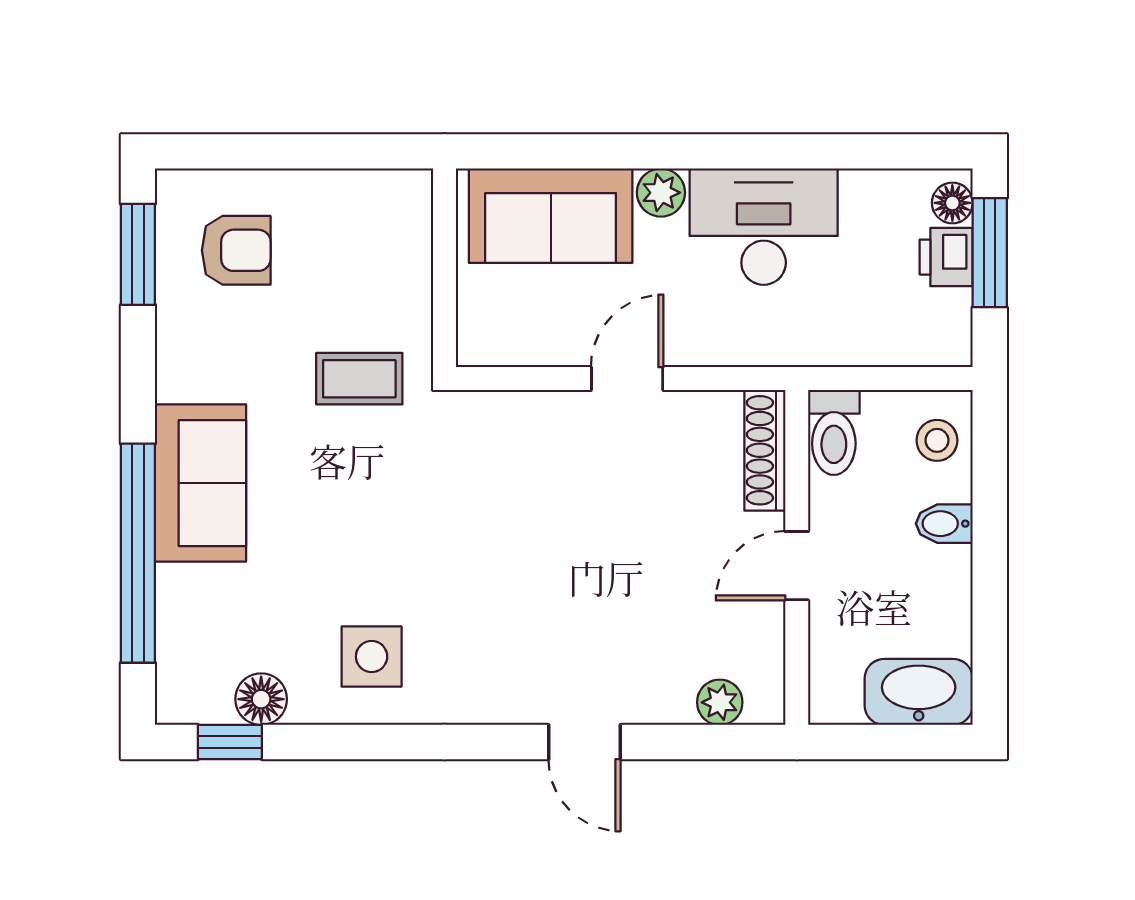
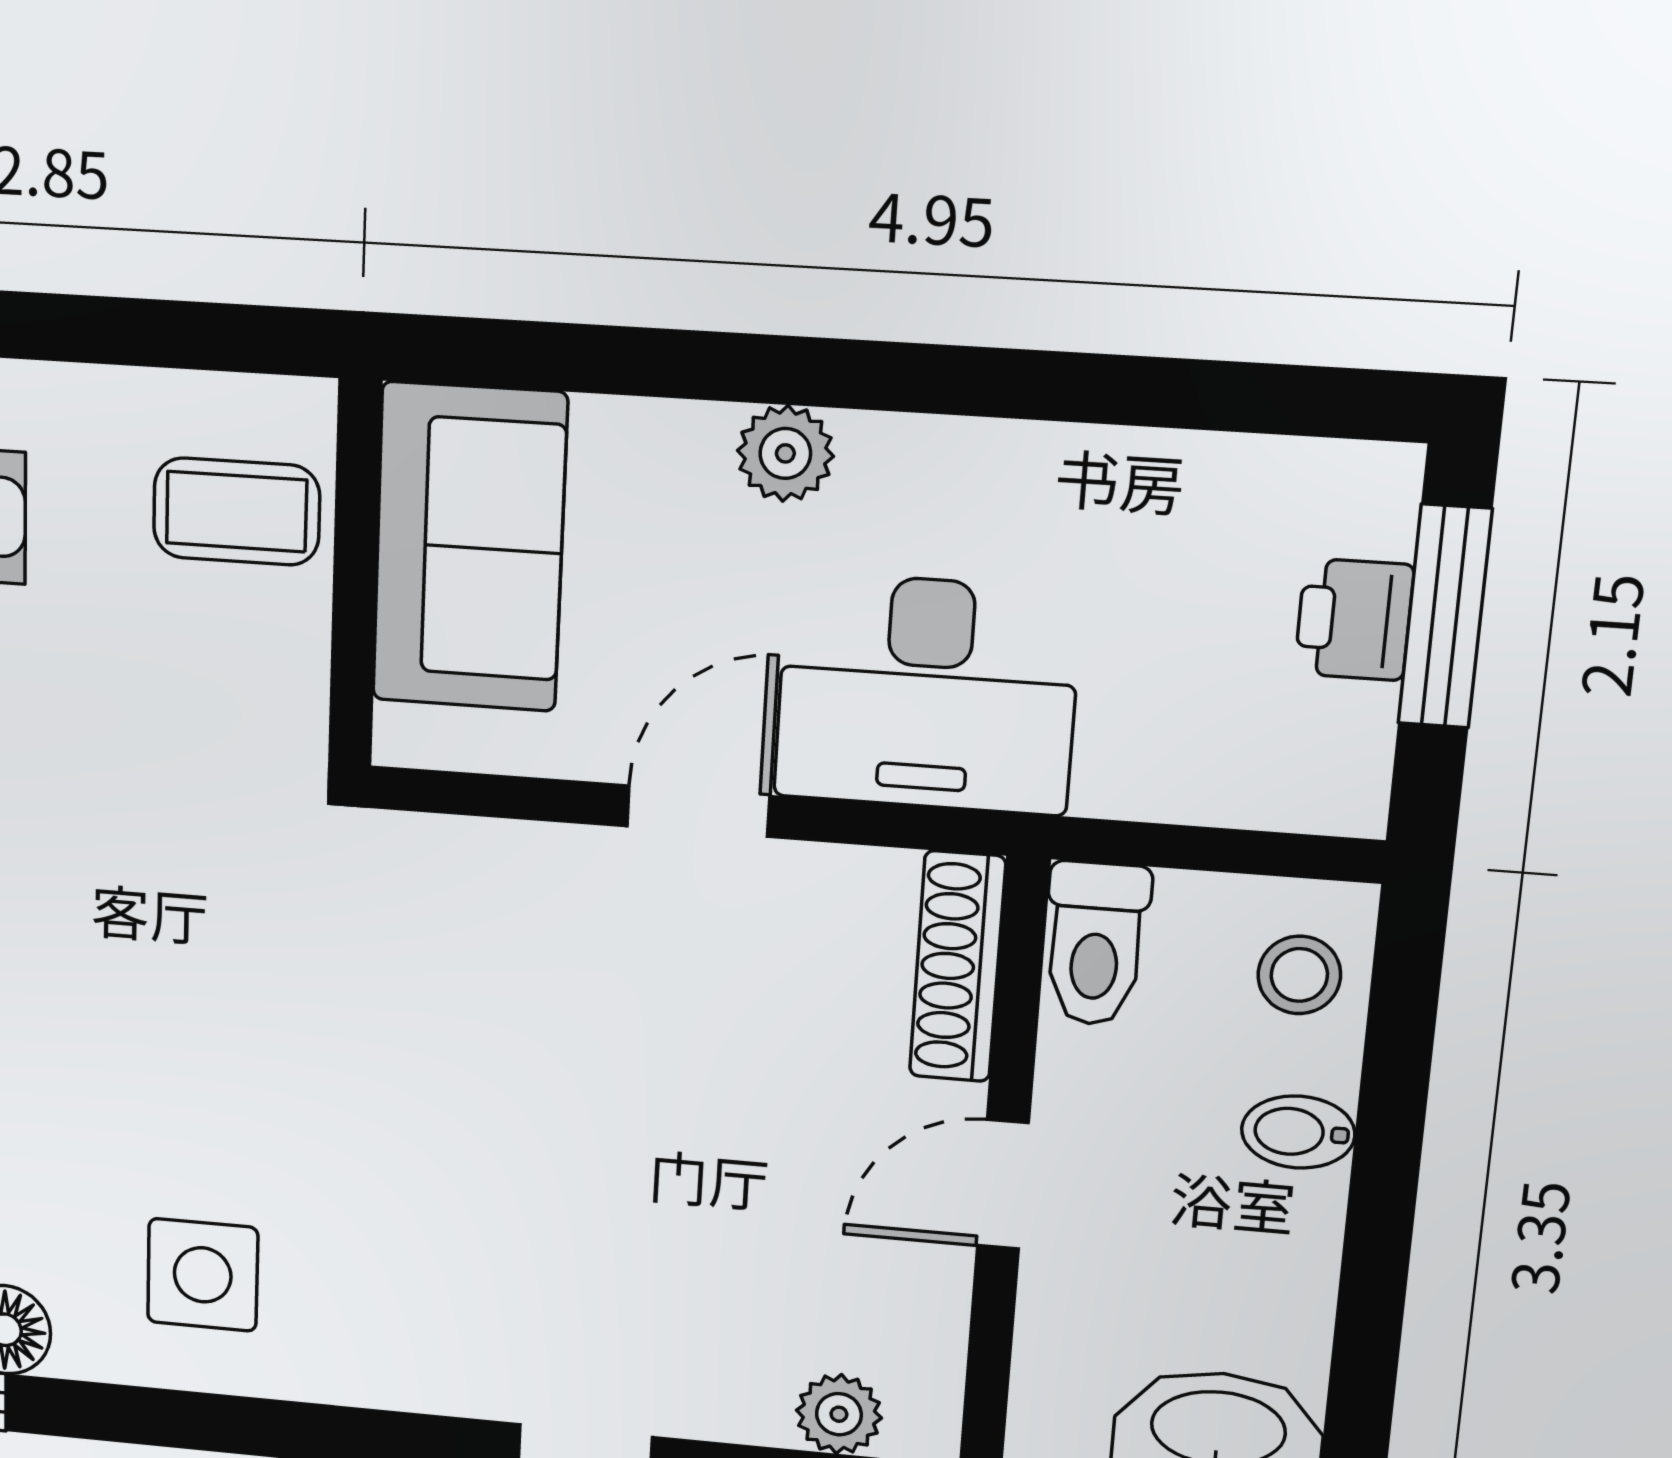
floor lamp: (952, 203) -> (1378, 511), removed
sofa: (551, 216) -> (469, 547), moved, turned -90
desk: (764, 227) -> (927, 694), moved, turned 180
coffee table: (359, 379) -> (236, 512), moved

